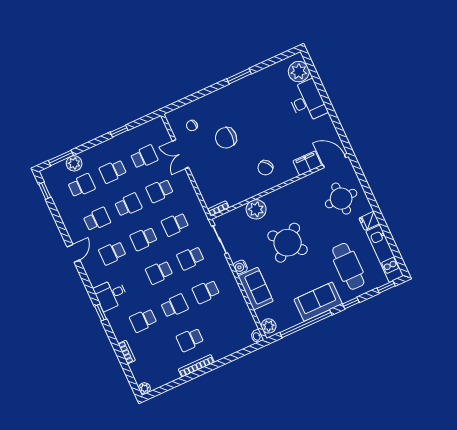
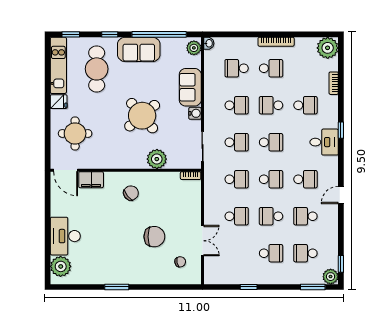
school desk: (144, 157) -> (237, 68), moved
plant: (74, 163) -> (331, 277), moved
plant: (145, 388) -> (328, 48), width x1.88, depth x1.88

